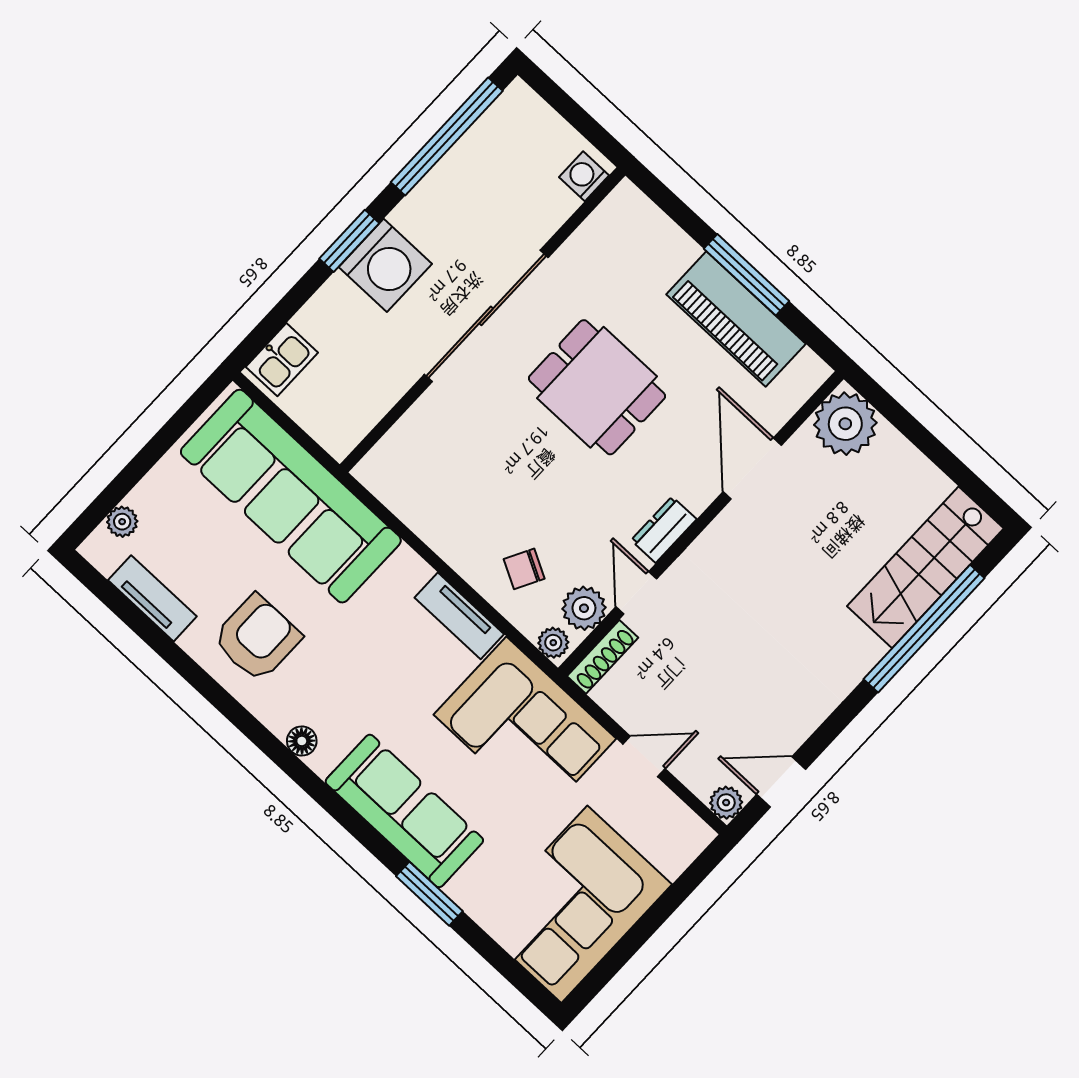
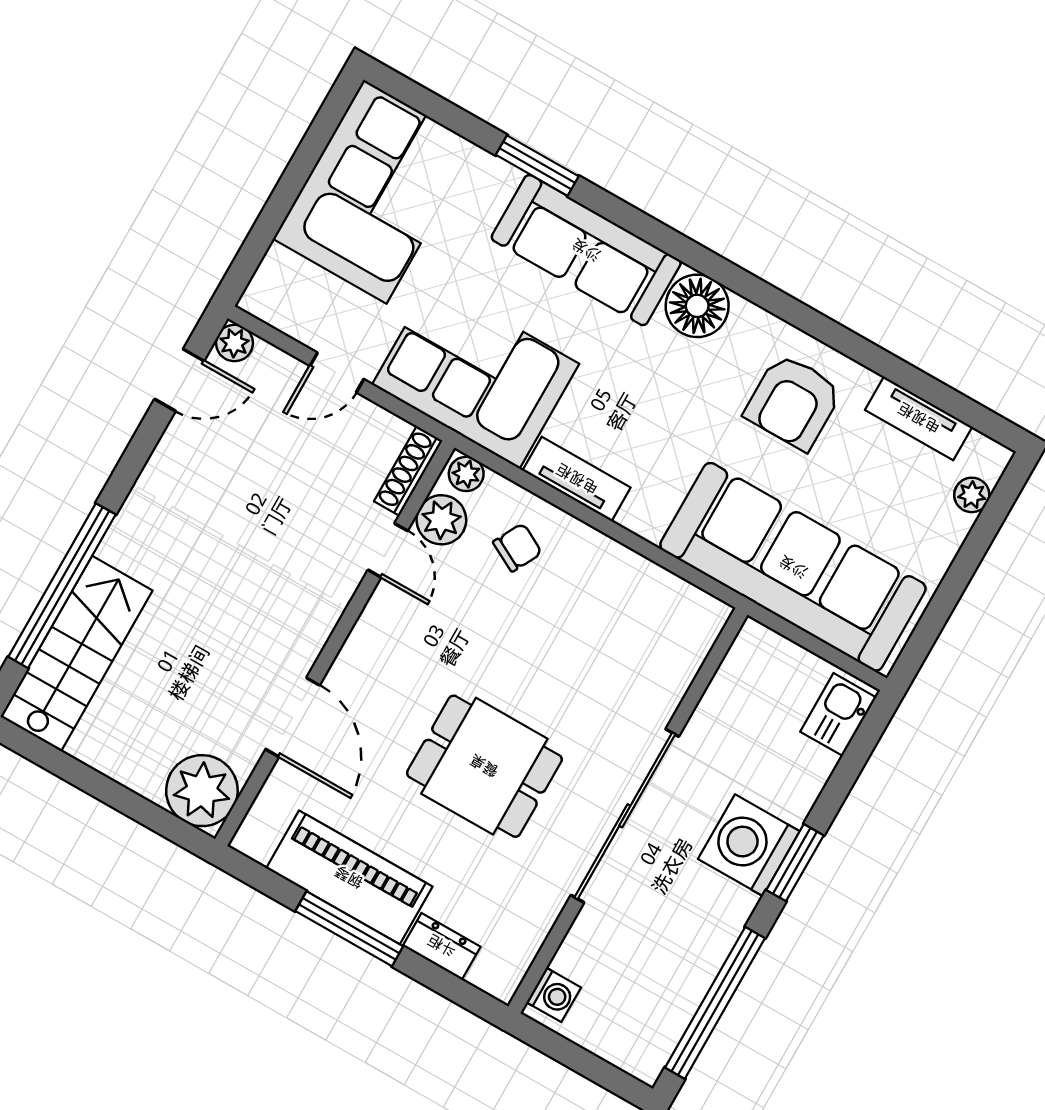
dresser: (664, 530) -> (442, 946), moved, turned -90
floor lamp: (302, 741) -> (697, 306), width x1.89, depth x1.89

